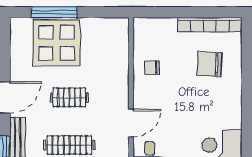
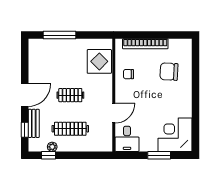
bookcase: (210, 25) -> (145, 44), moved
display table: (57, 43) -> (99, 61), moved, width x0.73, depth x0.73

